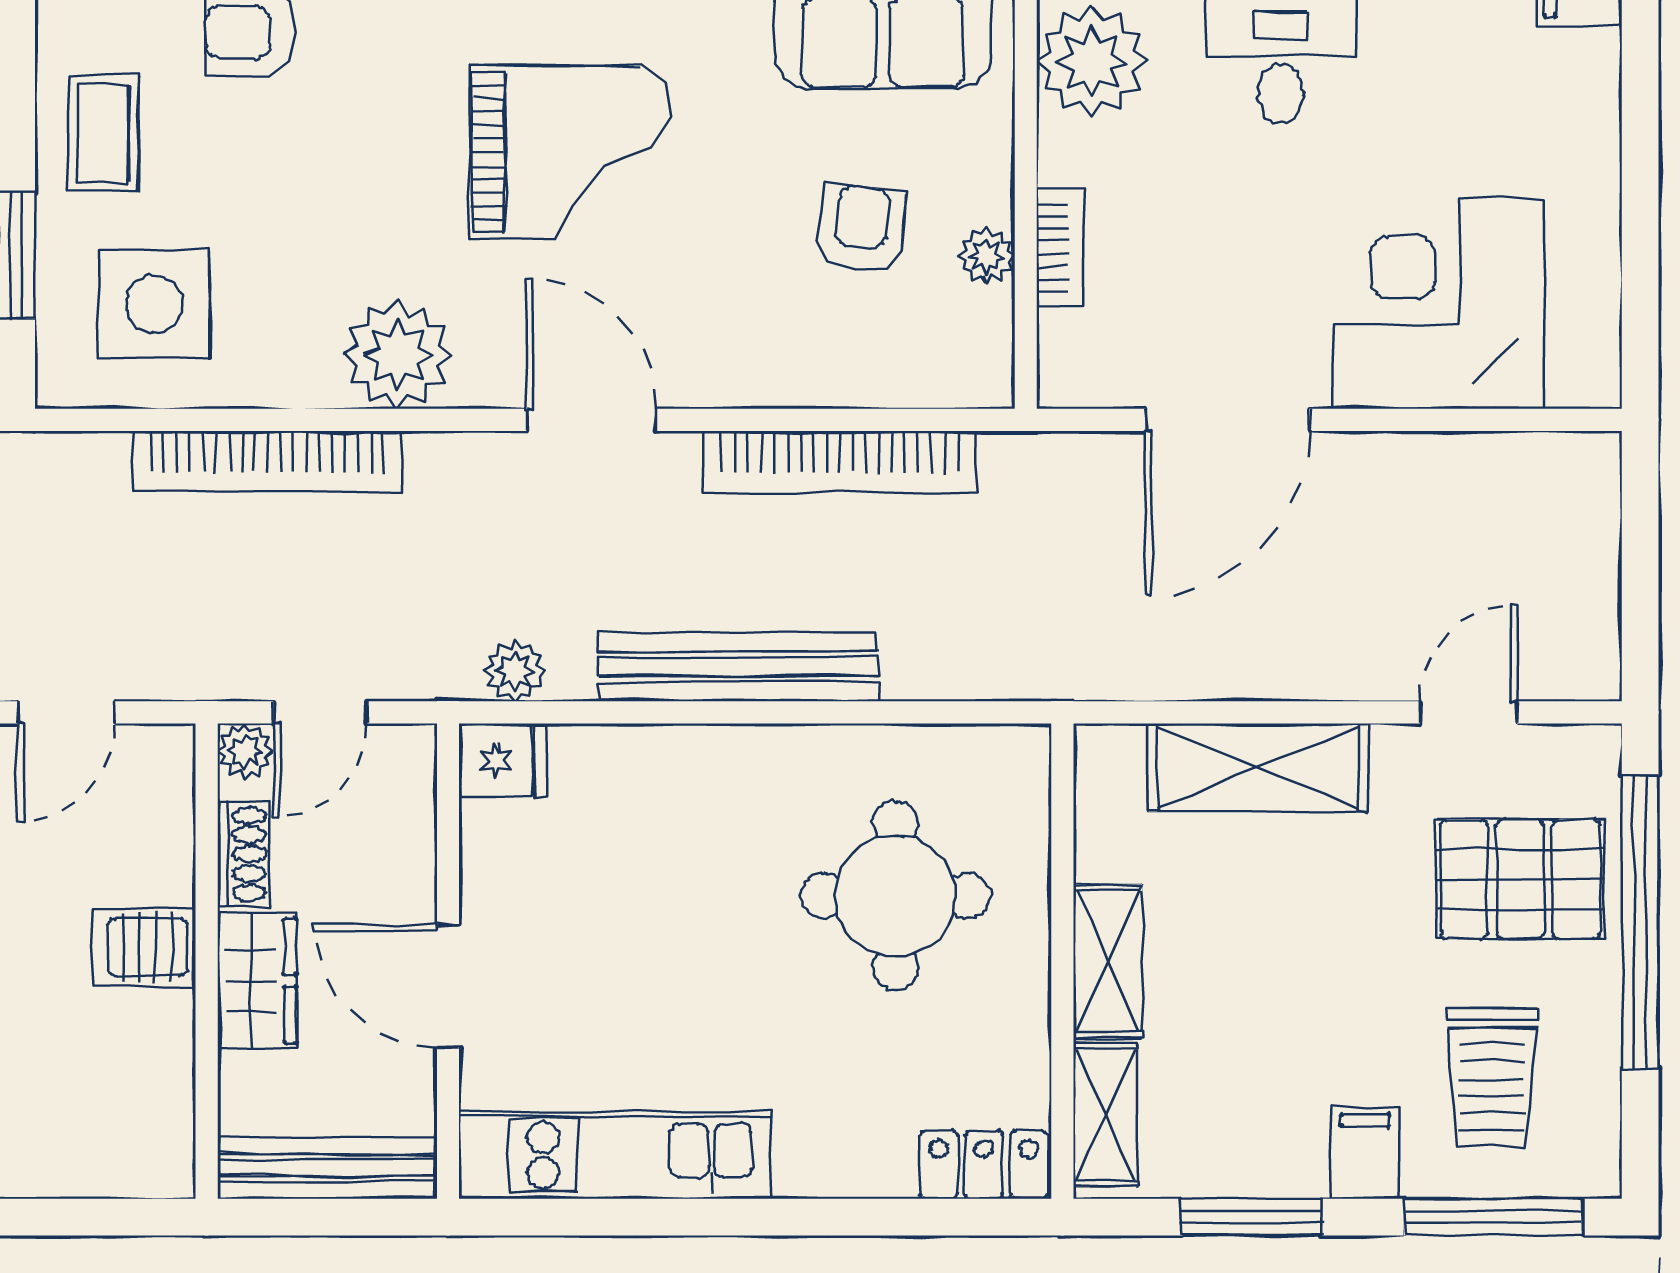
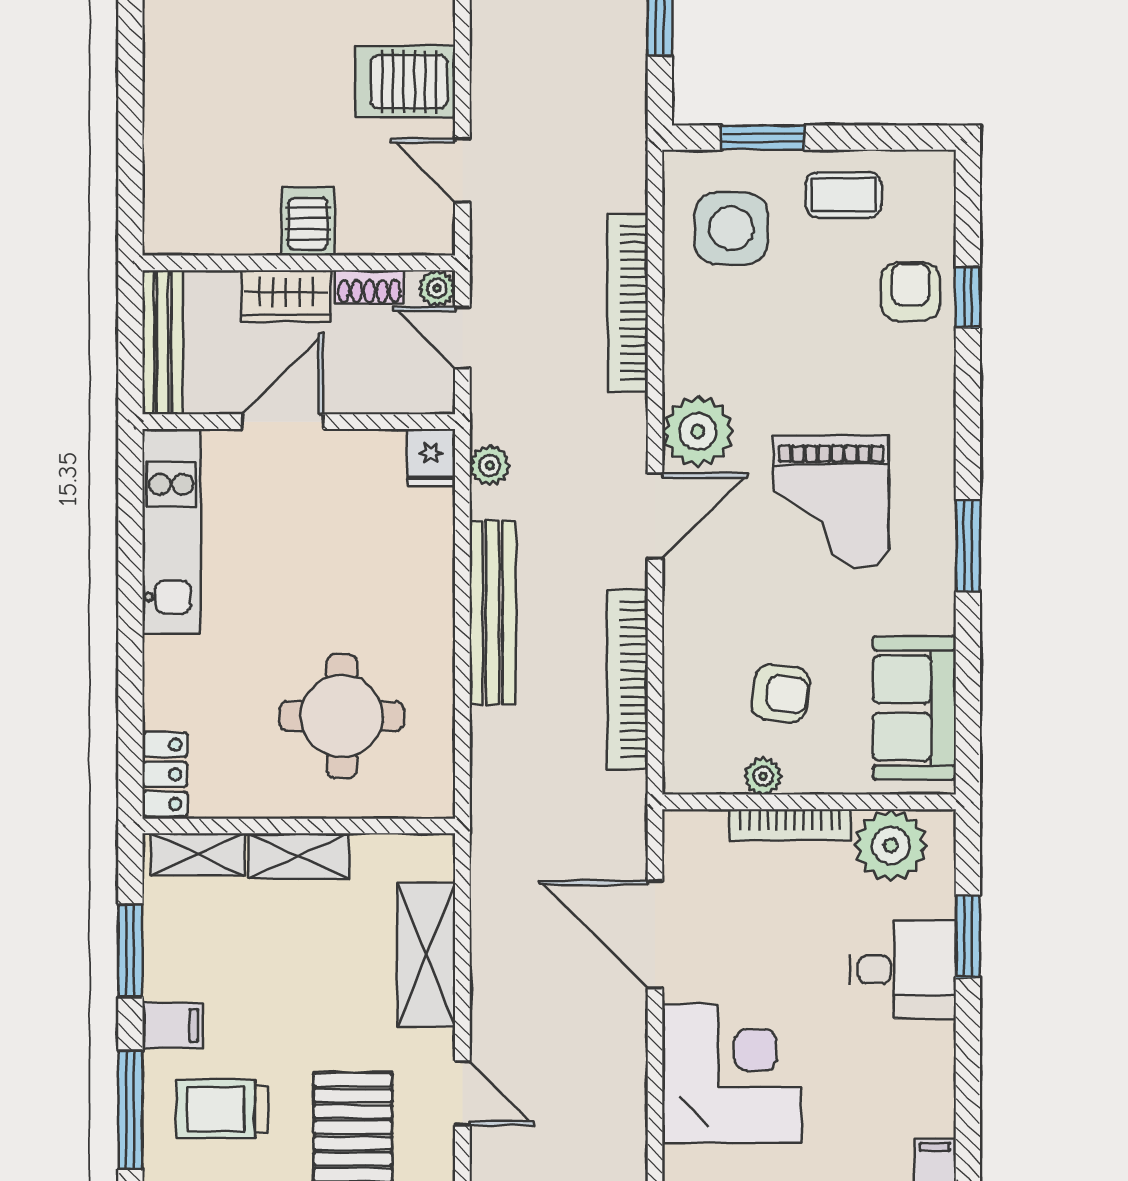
bookcase: (1060, 248) -> (790, 825), width x1.56
plant: (397, 355) -> (698, 431), moved

